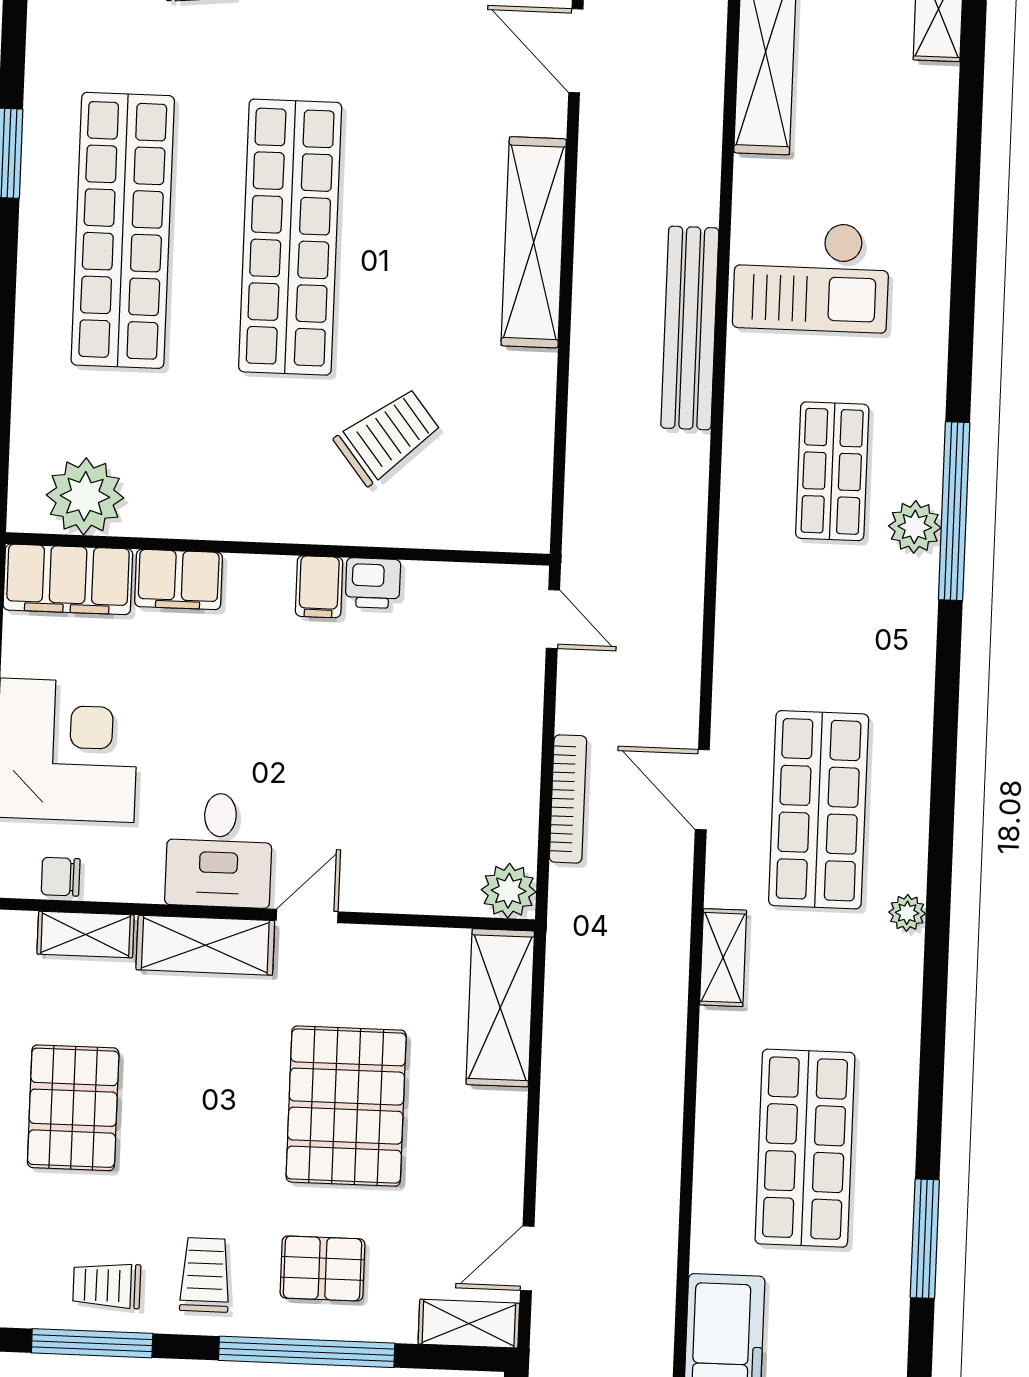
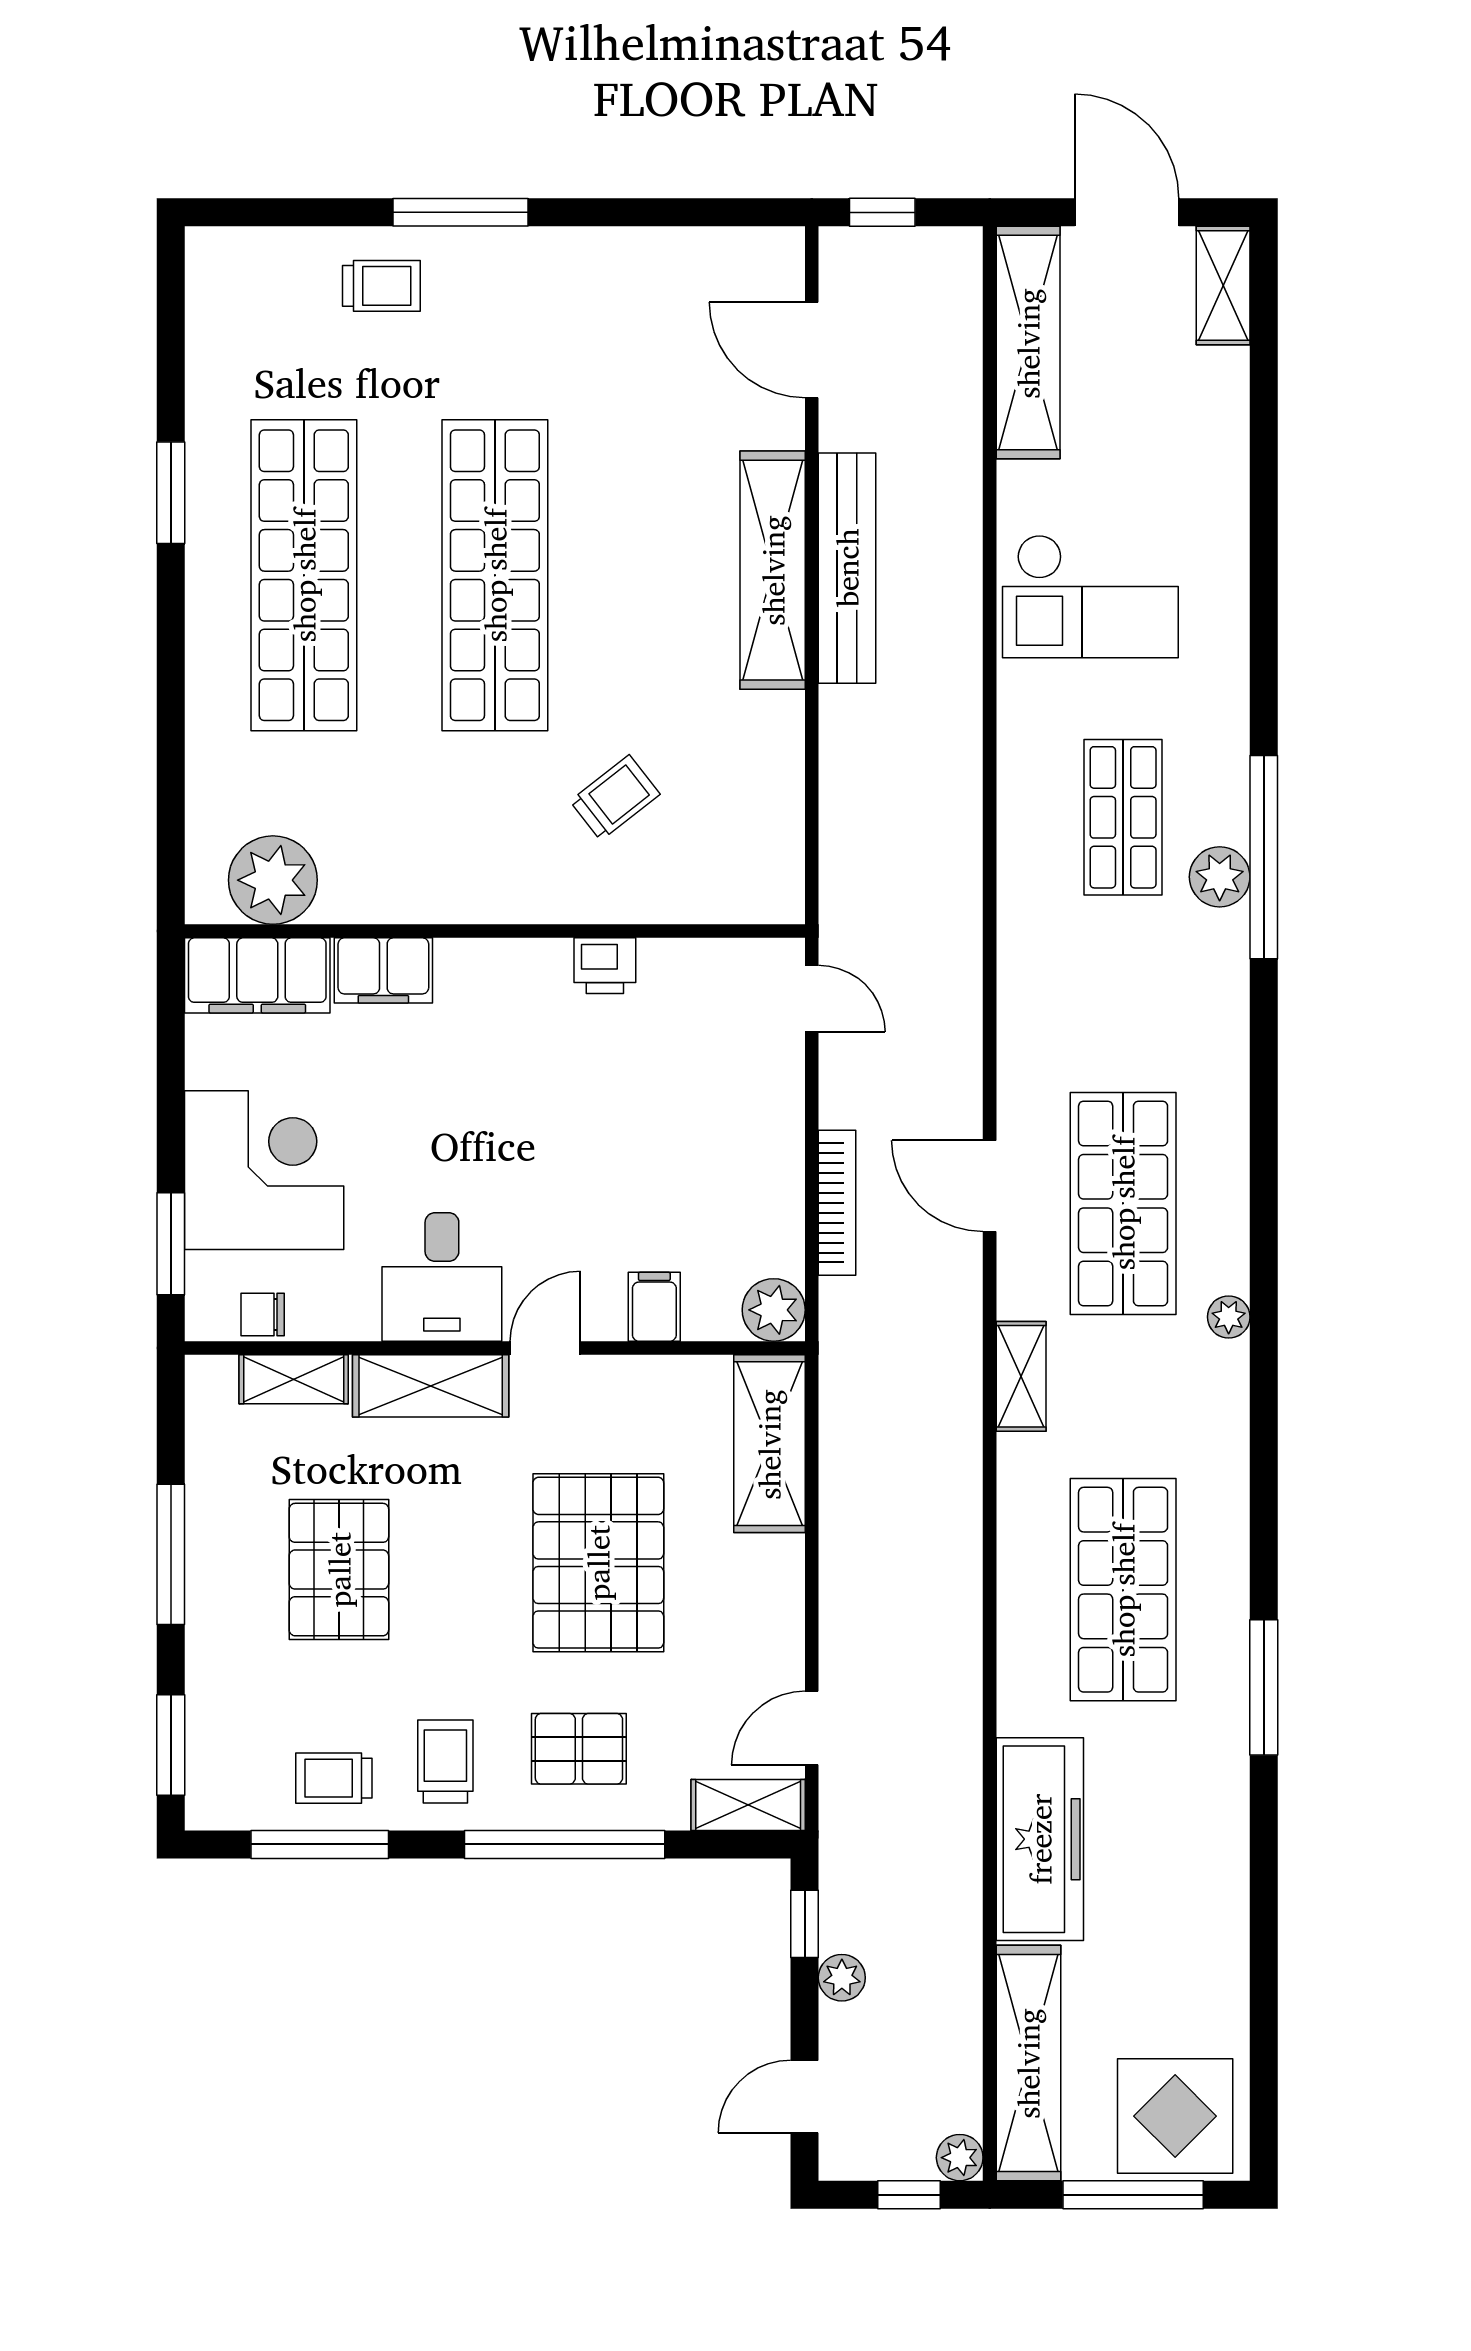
bench: (690, 328) -> (847, 568), moved
trolley: (388, 436) -> (615, 798), width x0.73, depth x0.72
filing cabinet: (319, 587) -> (654, 1307), moved, turned 180
pallet: (73, 1108) -> (339, 1570), moved

